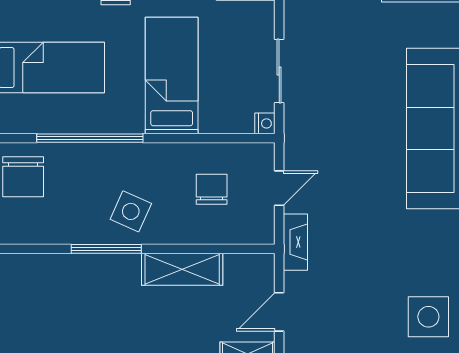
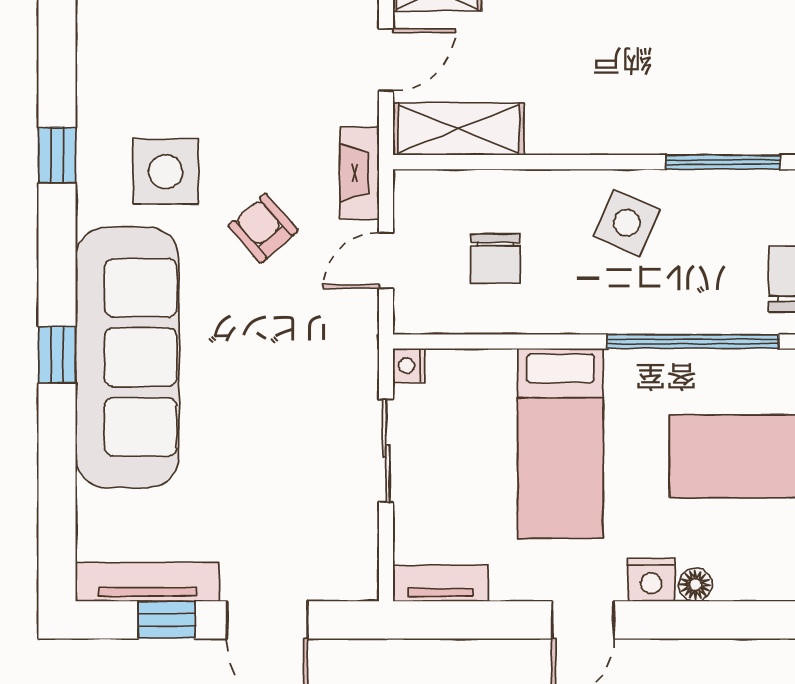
armchair: (355, 208) -> (263, 228), added
window: (106, 249) -> (723, 162), moved
shelving: (182, 269) -> (458, 129), moved
side table: (428, 317) -> (166, 172), moved

